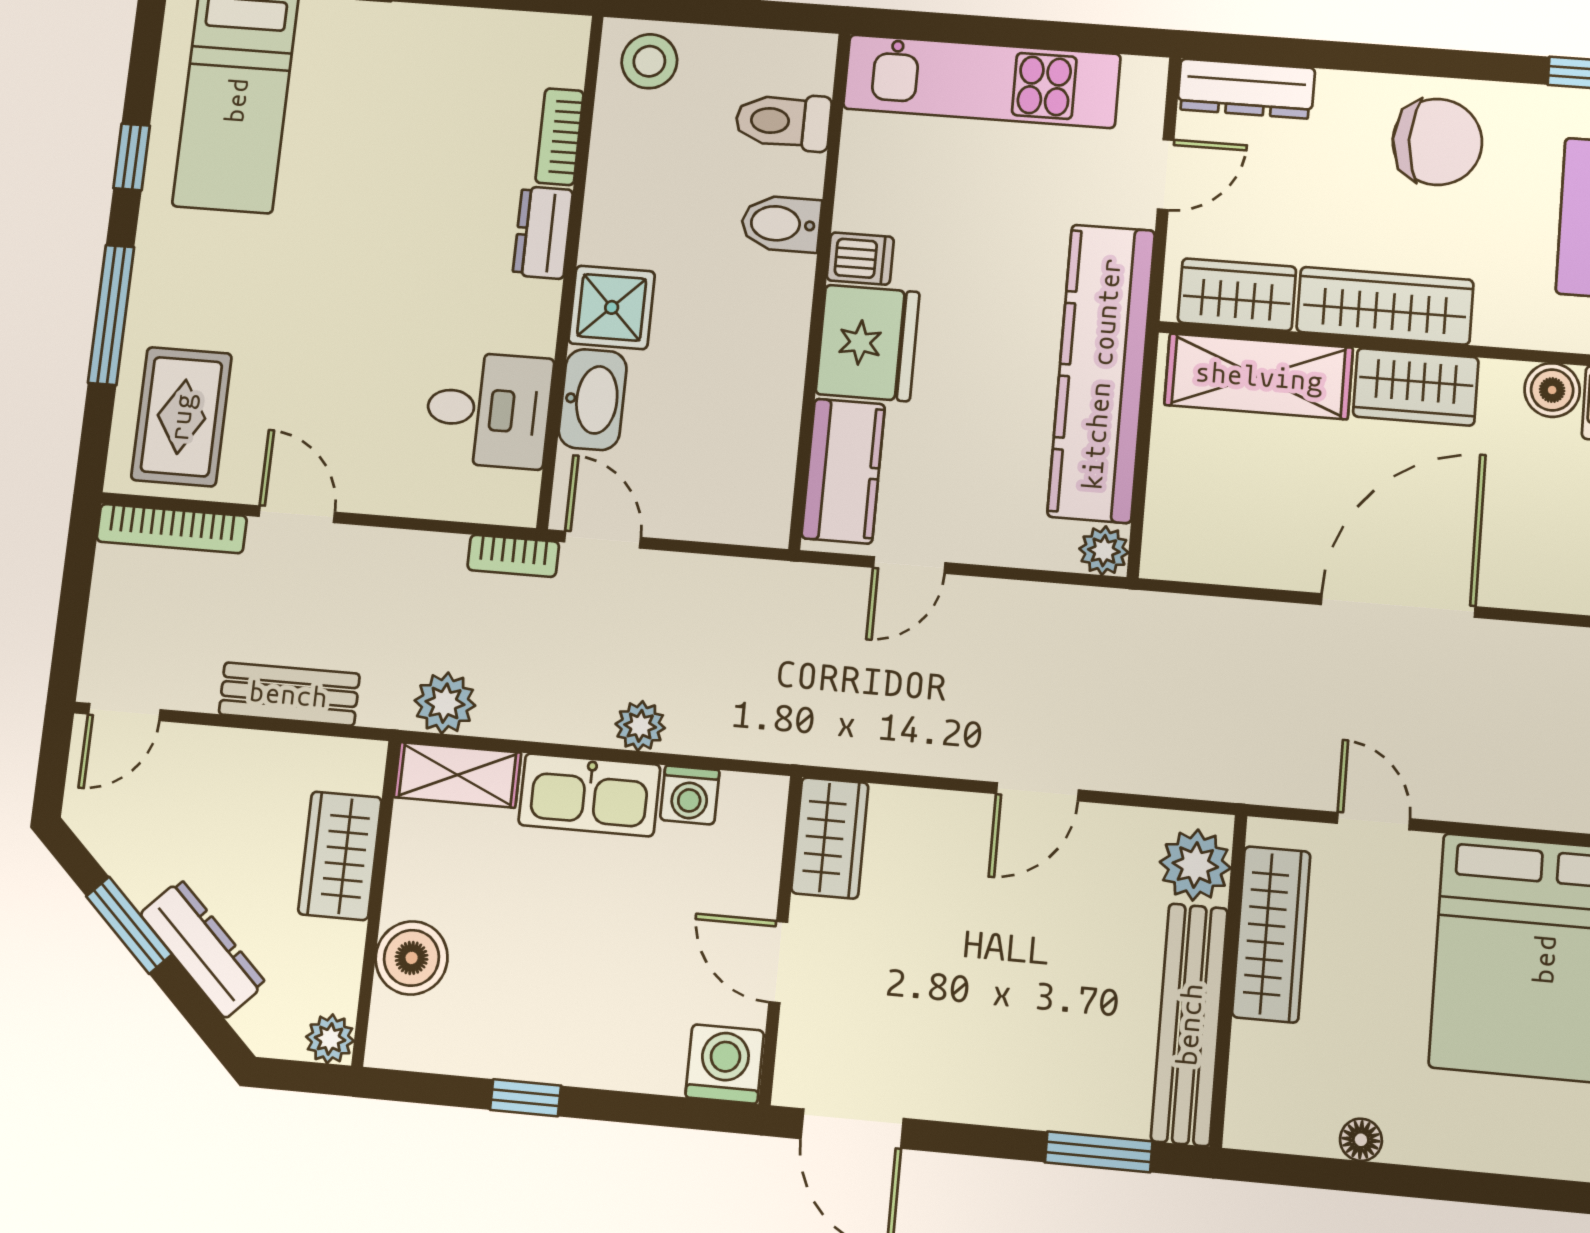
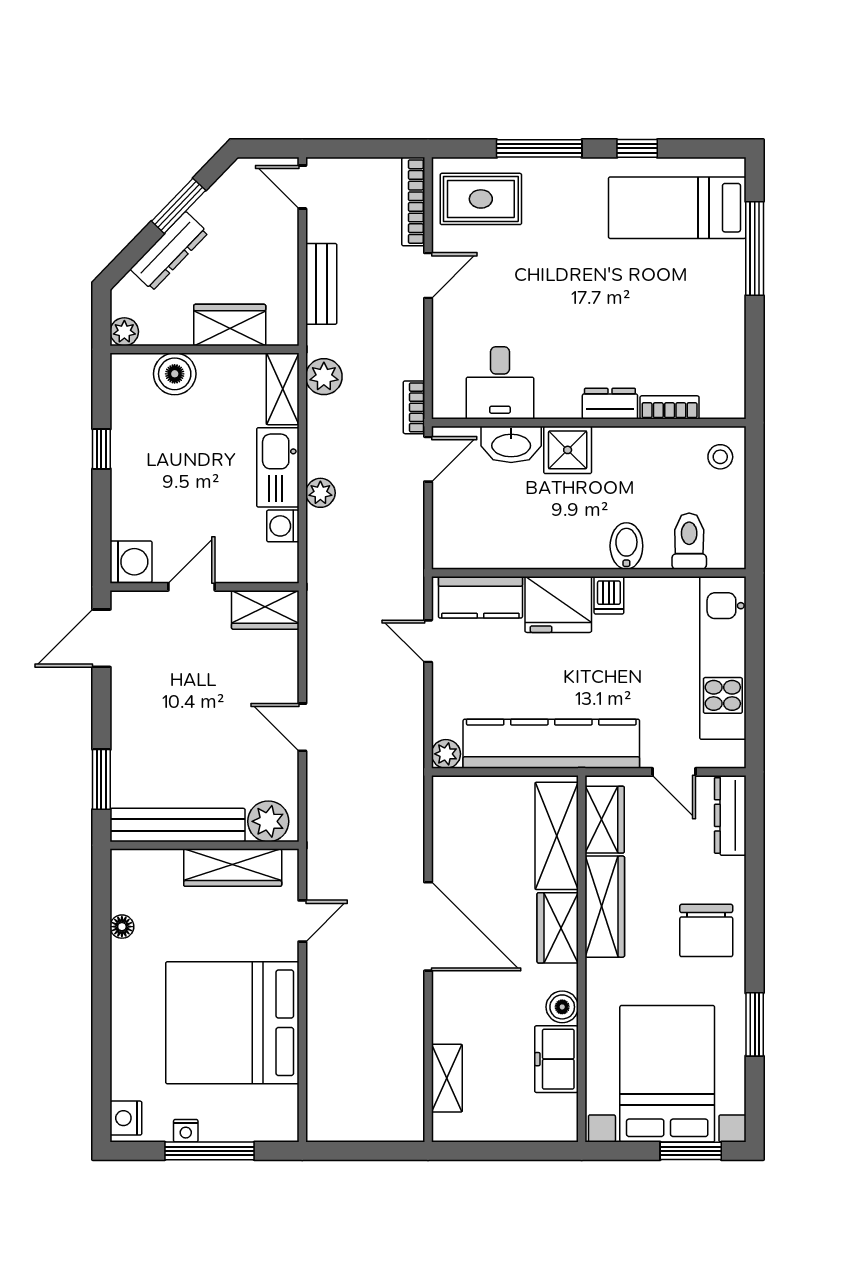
stool: (649, 61) -> (720, 457), width x0.73, depth x0.73

